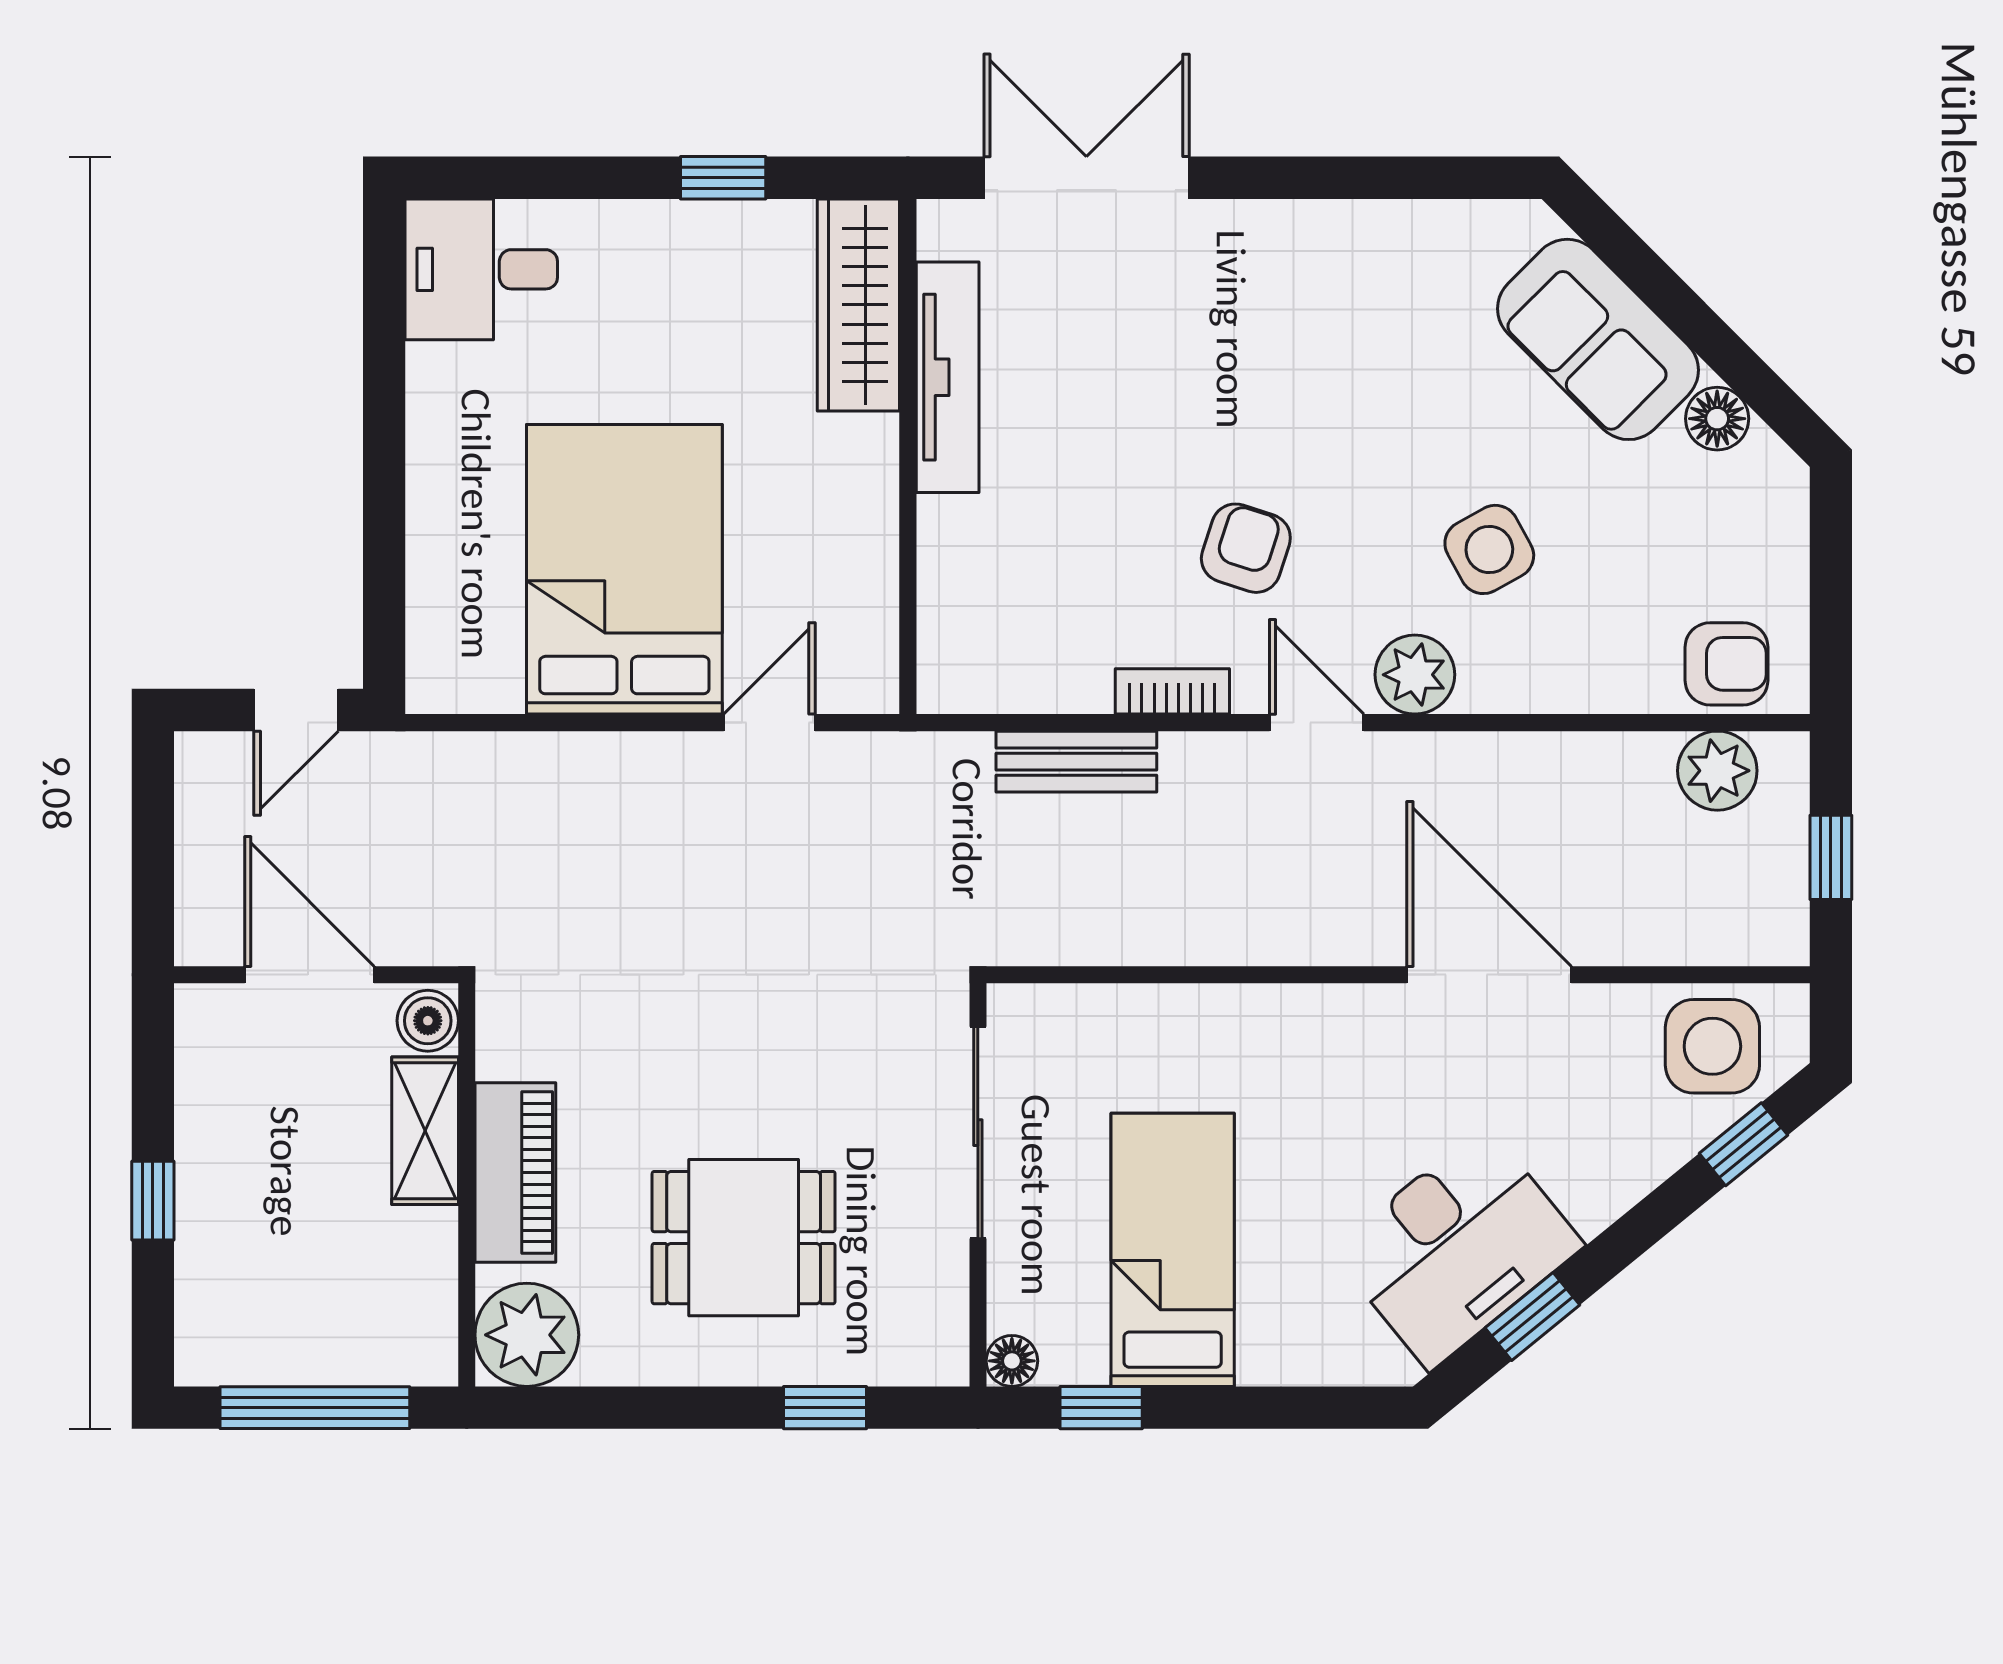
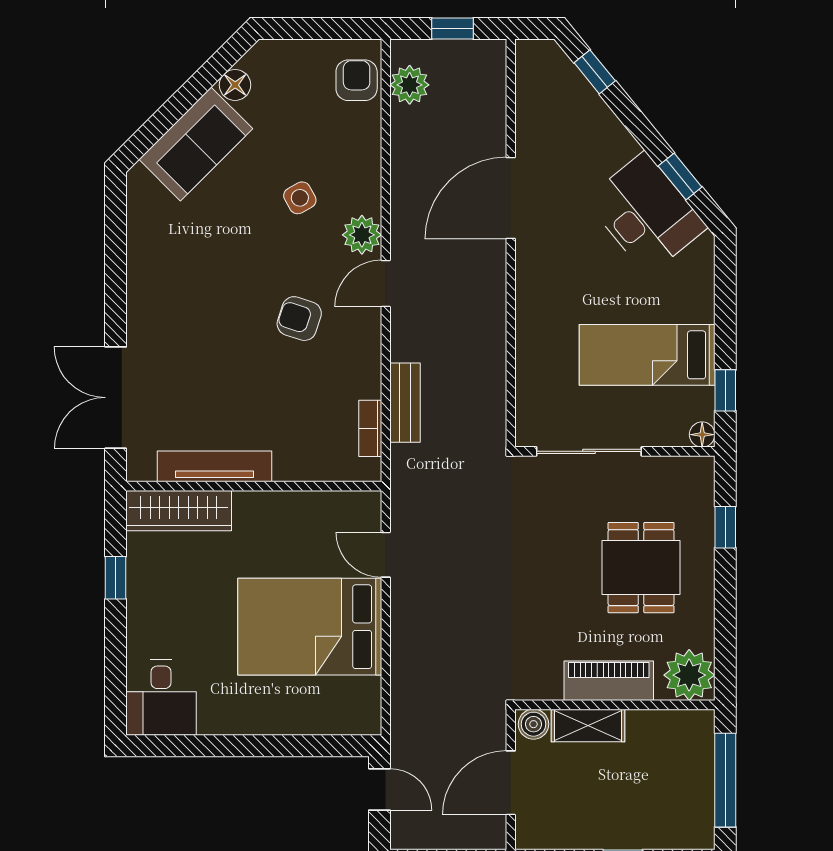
side table: (1489, 549) -> (300, 198), width x0.73, depth x0.73
bookcase: (1172, 691) -> (370, 428), moved
side table: (1712, 1046) -> (546, 87), removed

